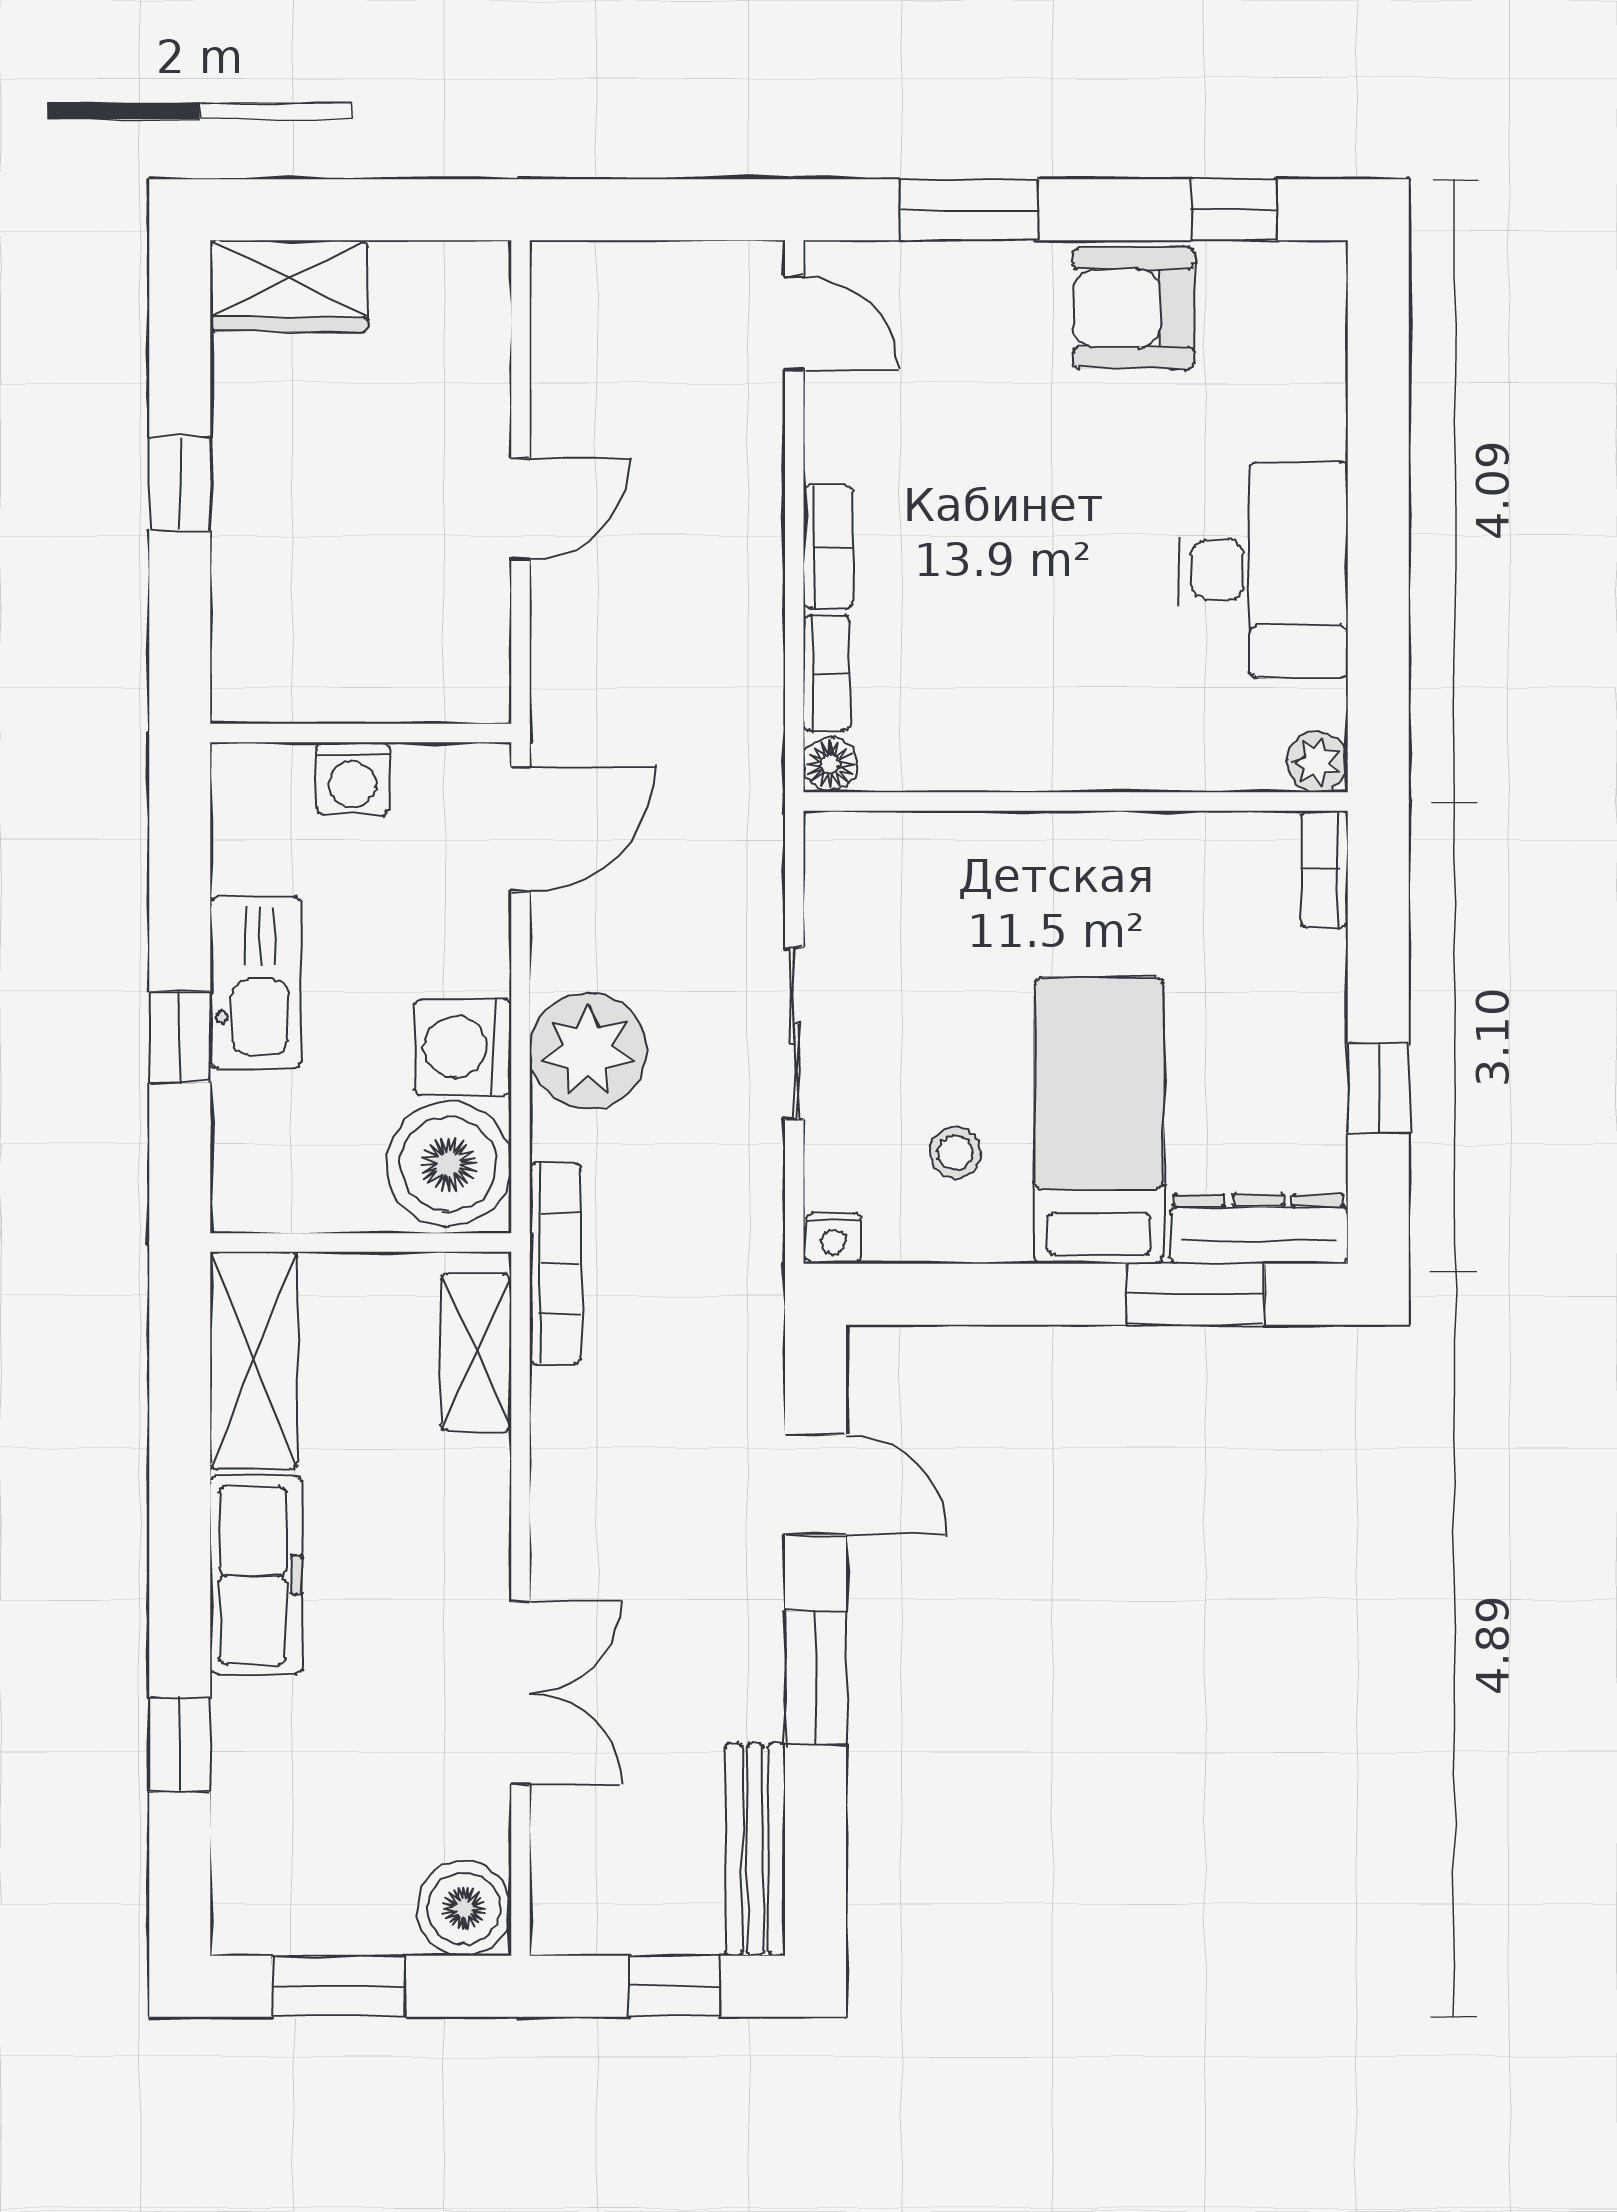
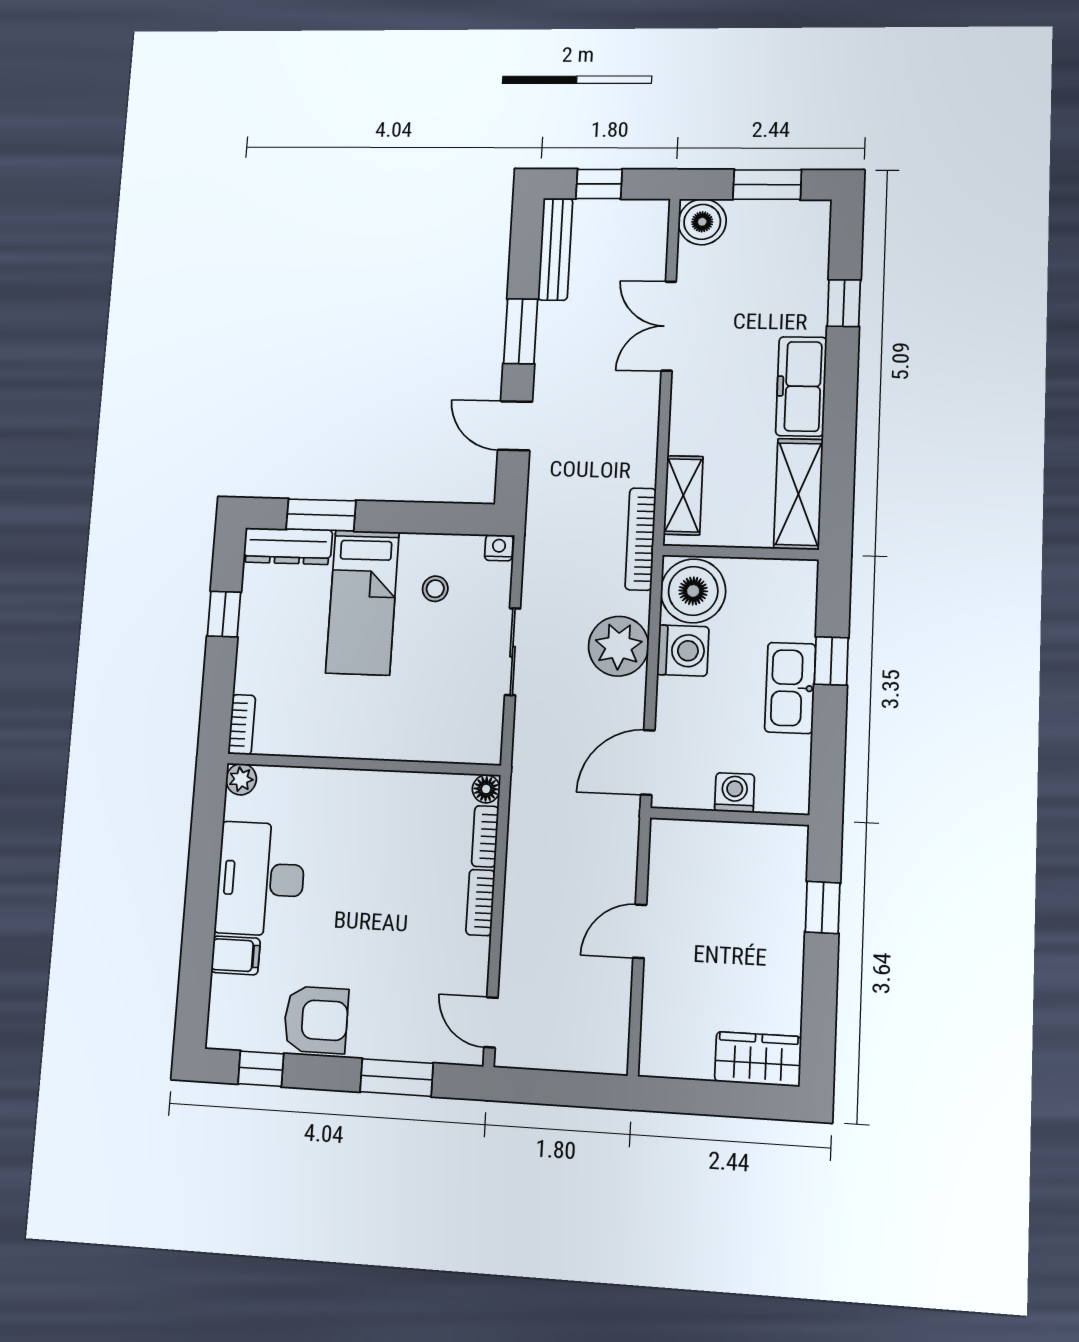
filing cabinet: (1301, 421) -> (236, 955), added
window: (180, 484) -> (823, 907), moved

